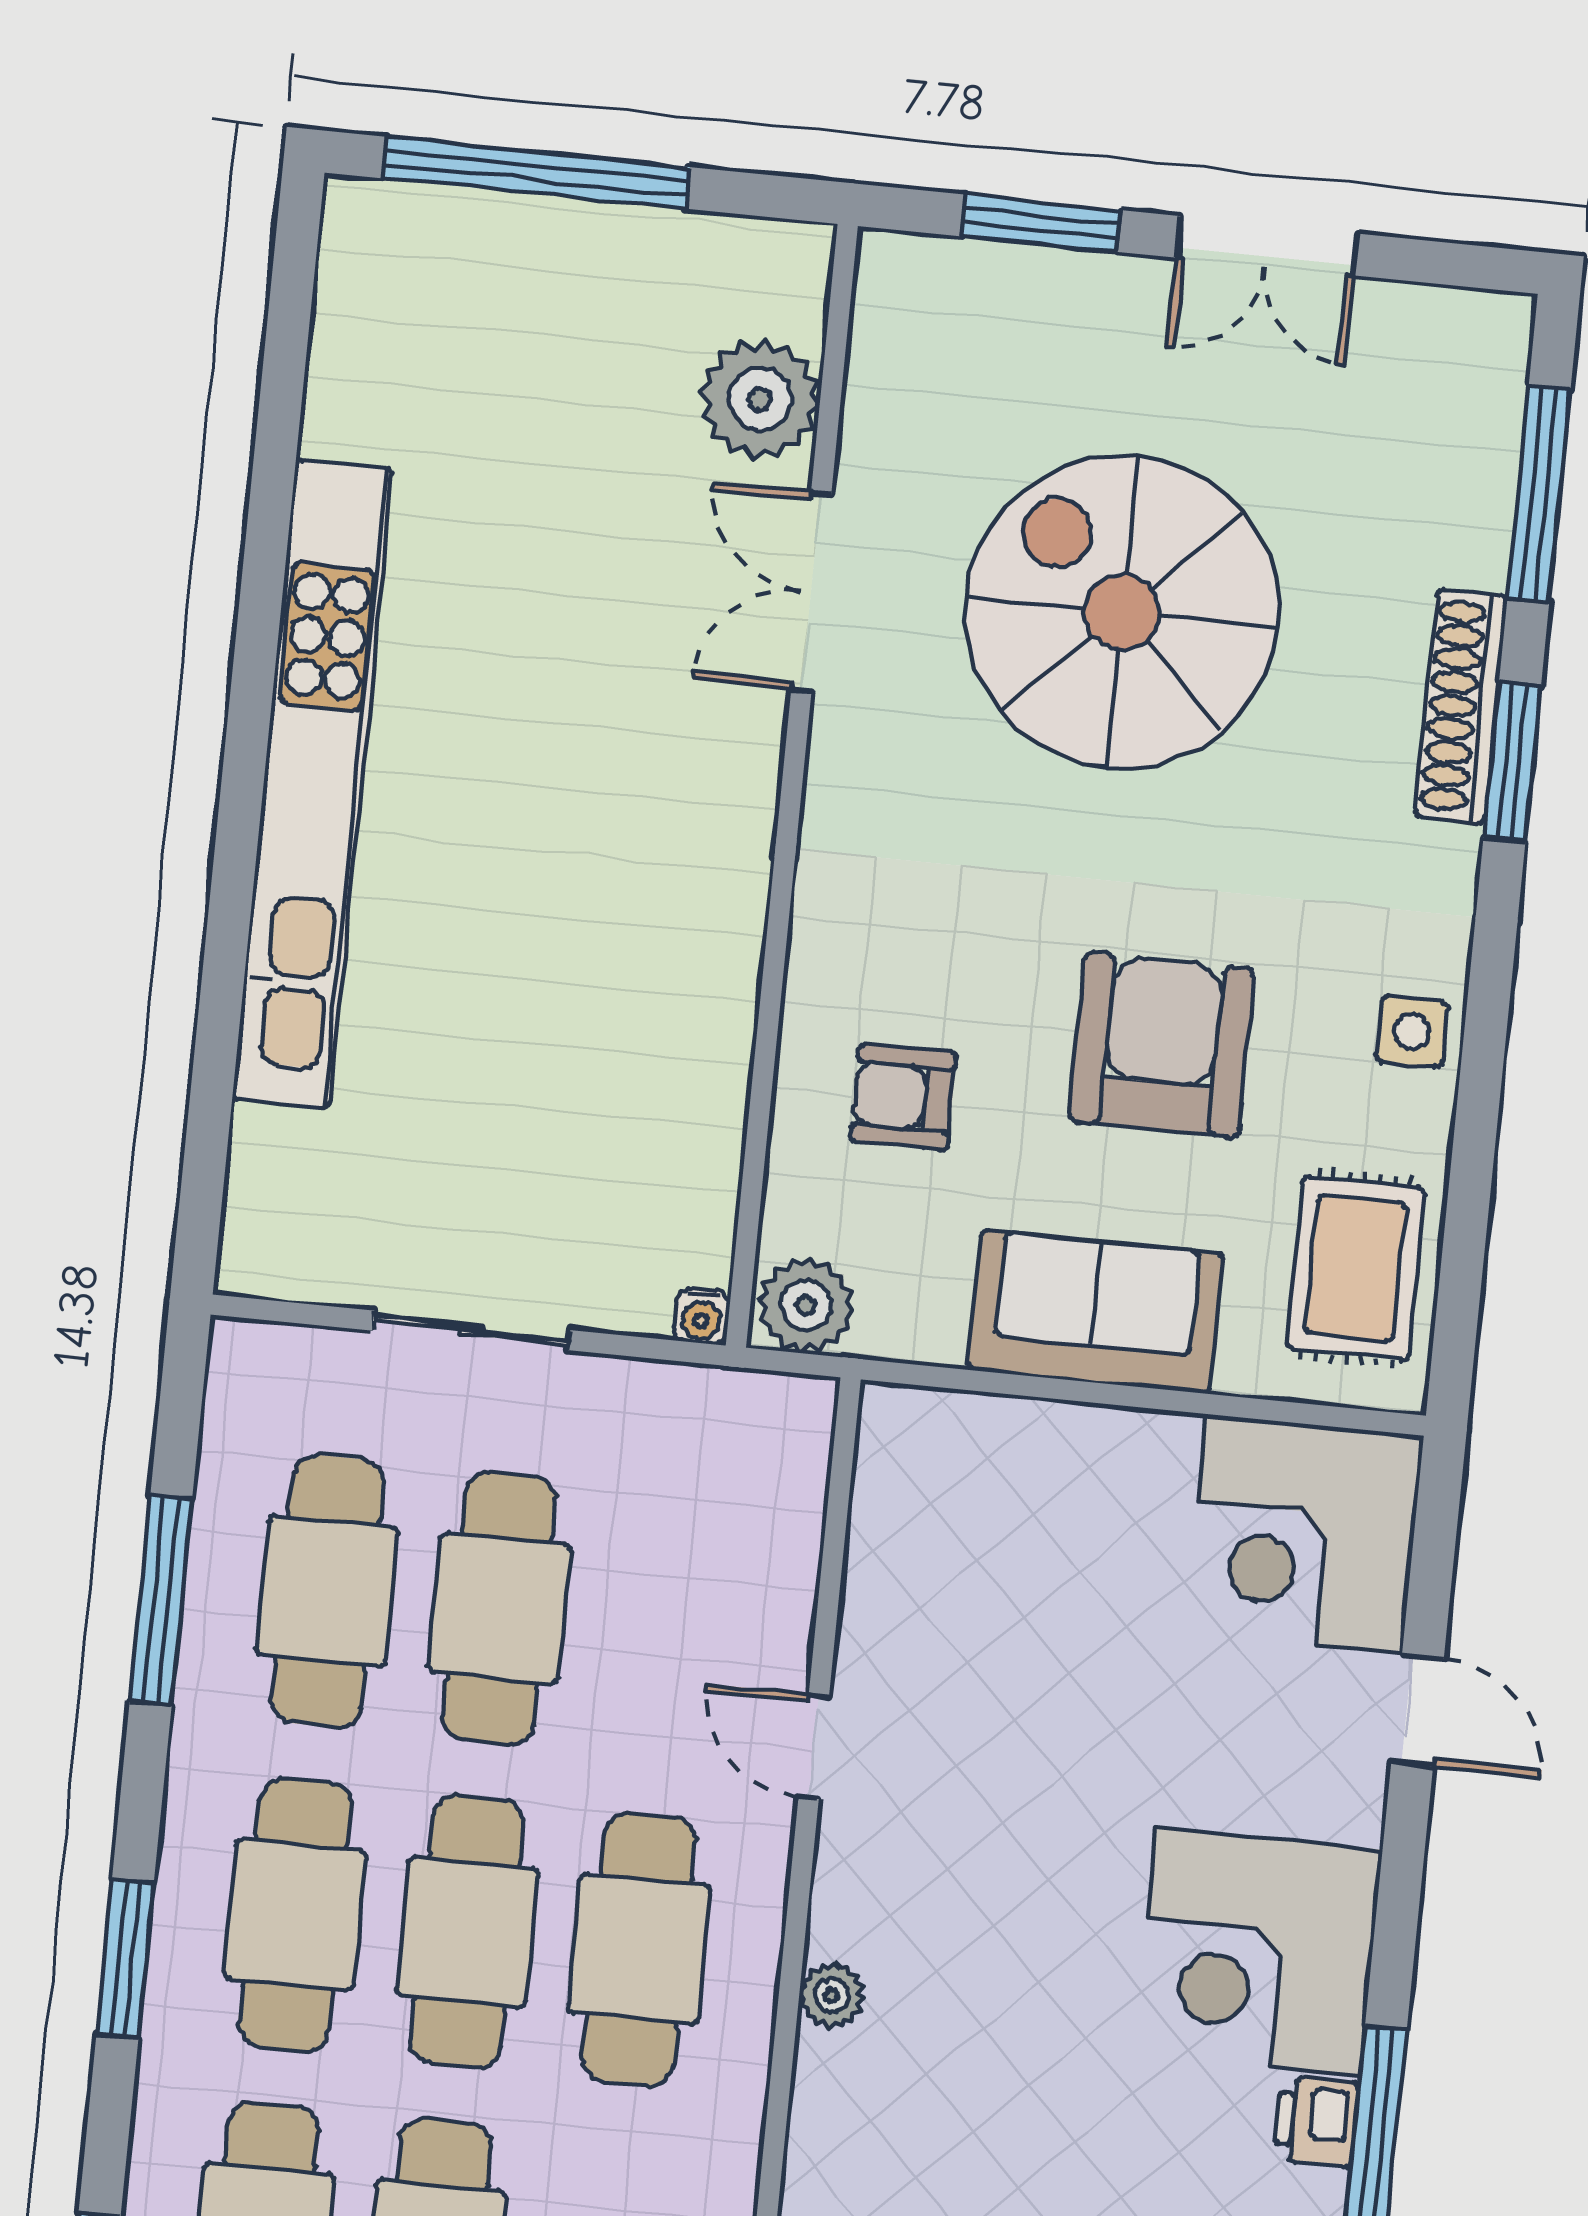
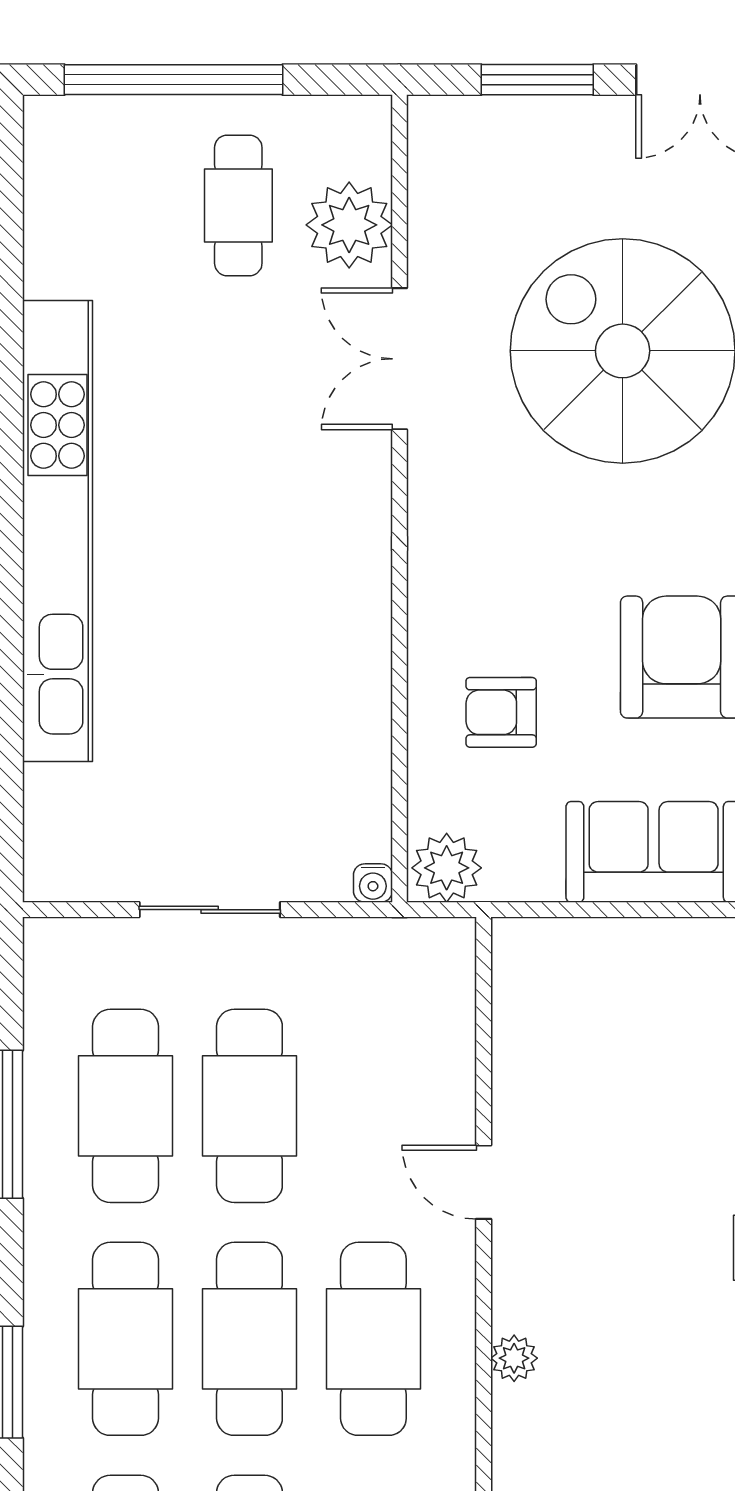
cafe table: (609, 357) -> (238, 205), added

